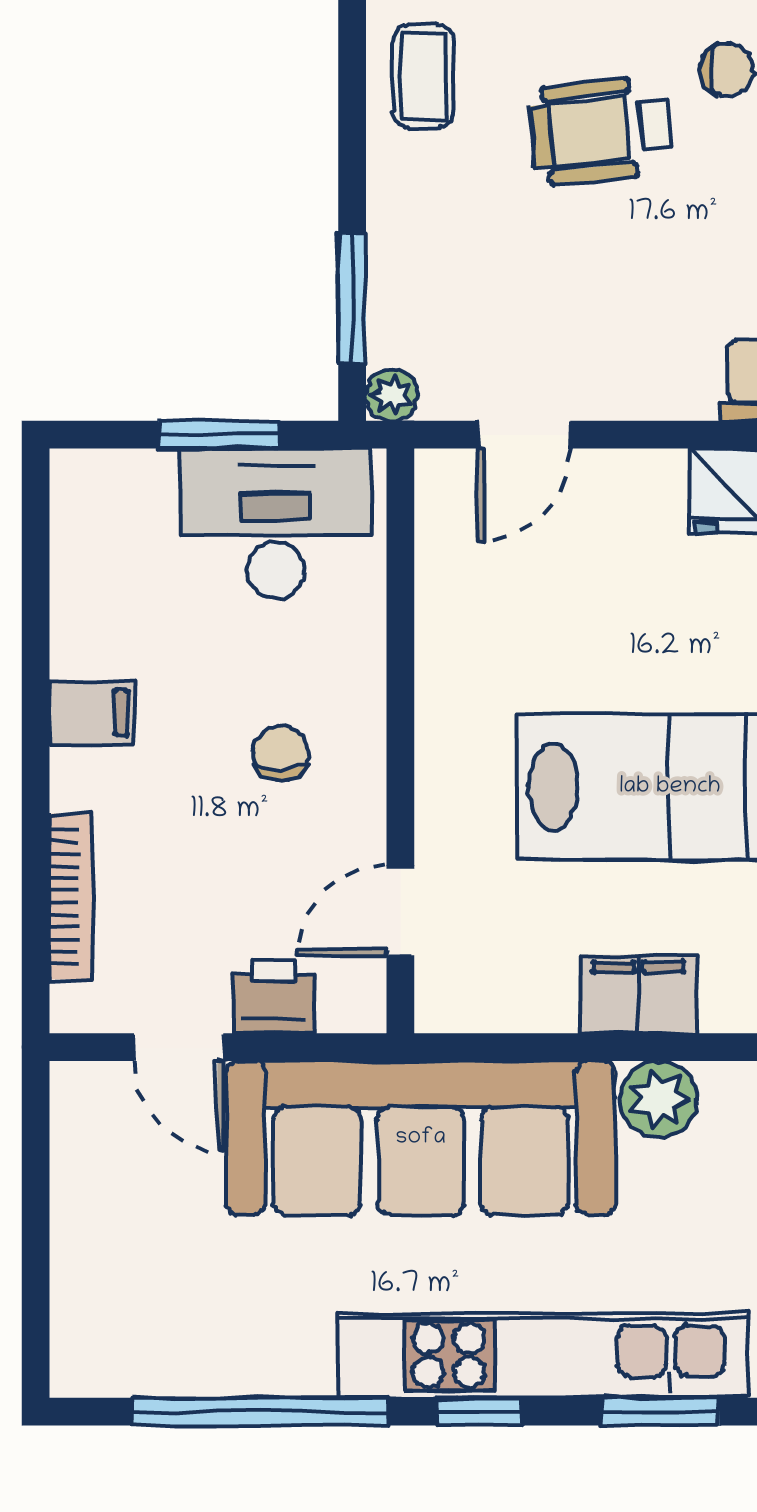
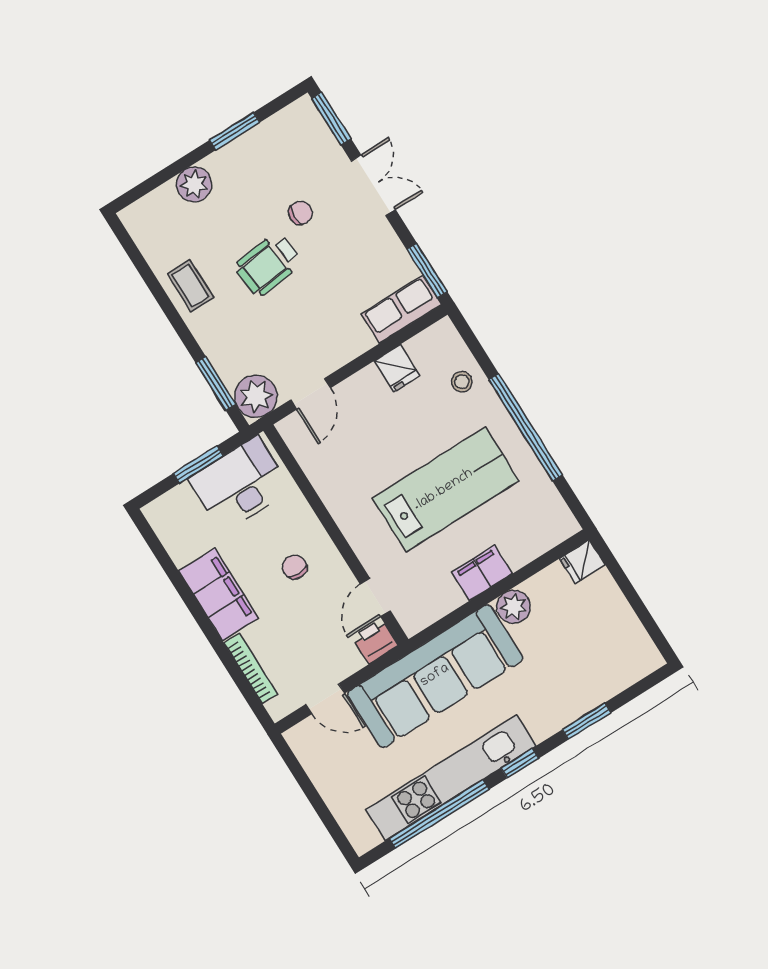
plant: (392, 395) -> (256, 396), width x1.87, depth x1.87
filing cabinet: (92, 713) -> (219, 594), width x3.00, depth x1.17
printer: (274, 996) -> (375, 641), moved
kitchen unit: (543, 1355) -> (451, 778), moved

